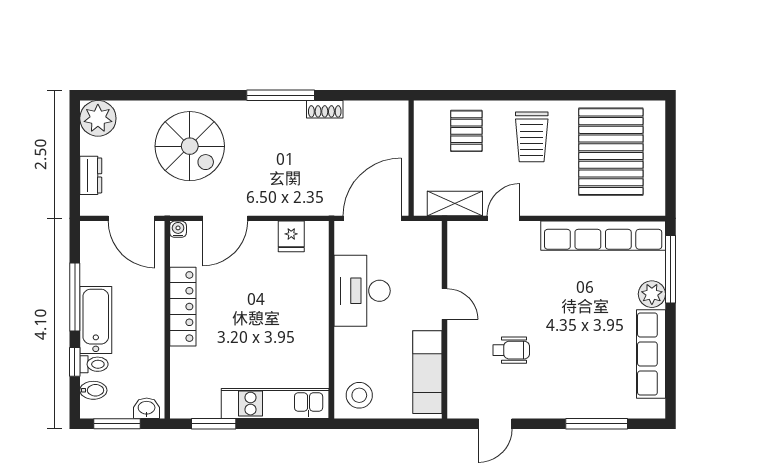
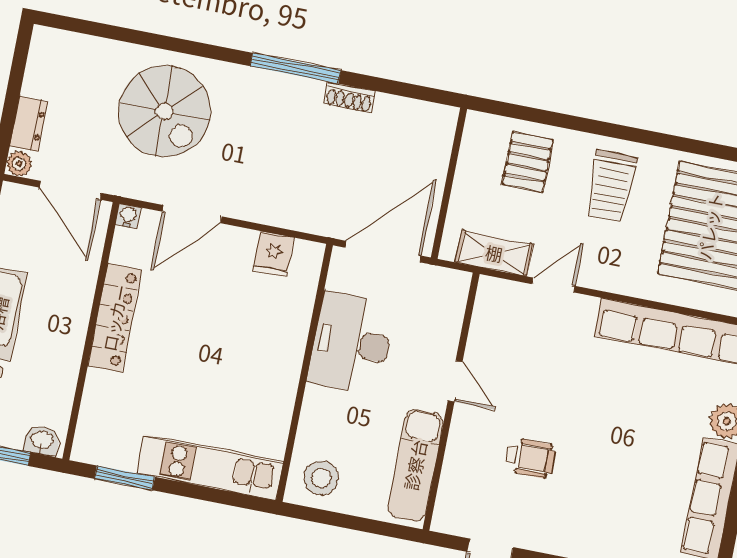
plant: (98, 118) -> (19, 164), moved, width x0.53, depth x0.53

